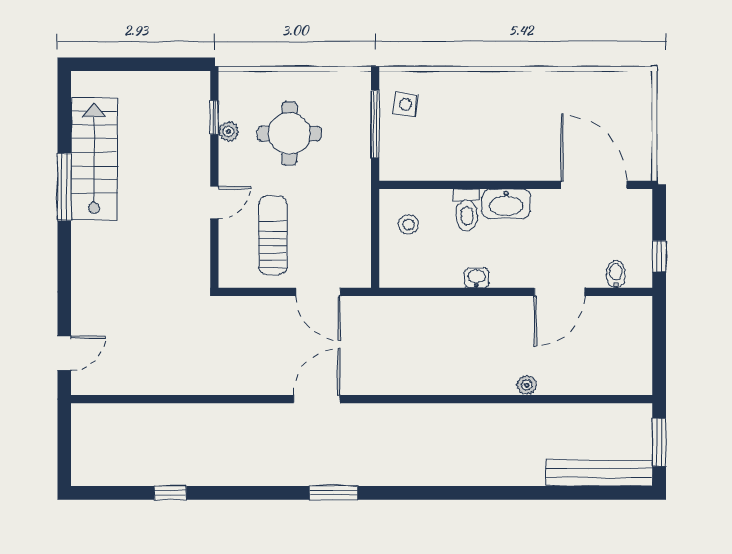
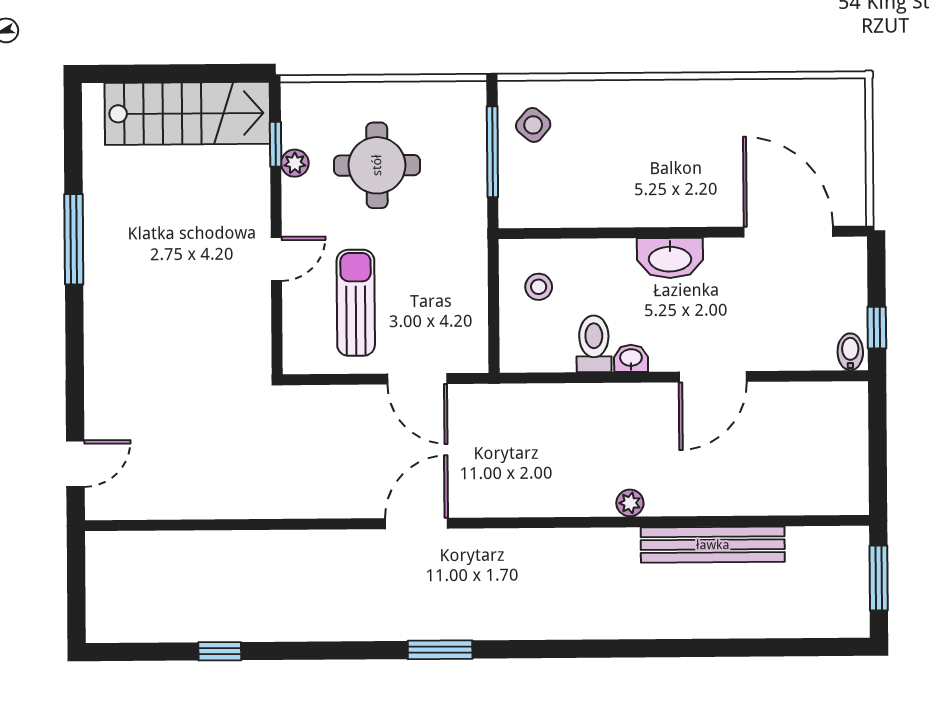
side table: (405, 104) -> (533, 125), turned 32
stairs: (94, 159) -> (187, 113), moved, turned 90
toilet: (467, 210) -> (594, 344), moved, turned 180
bidet: (616, 274) -> (850, 352), moved
door: (559, 292) -> (713, 377), moved
plant: (527, 385) -> (630, 503), moved
bench: (599, 473) -> (713, 545), moved

